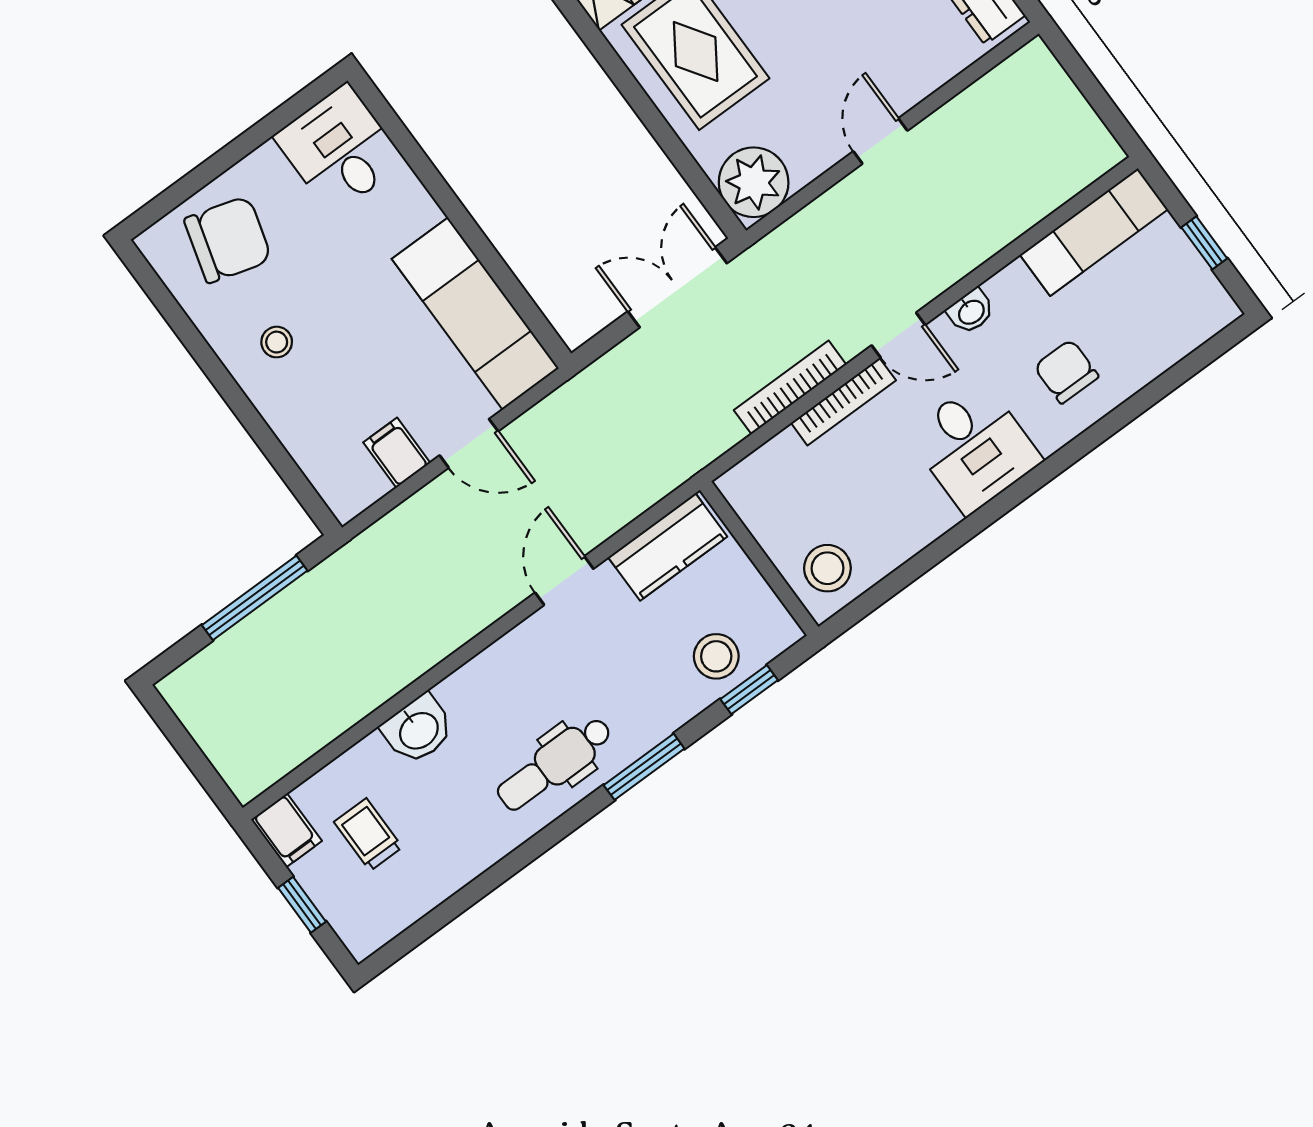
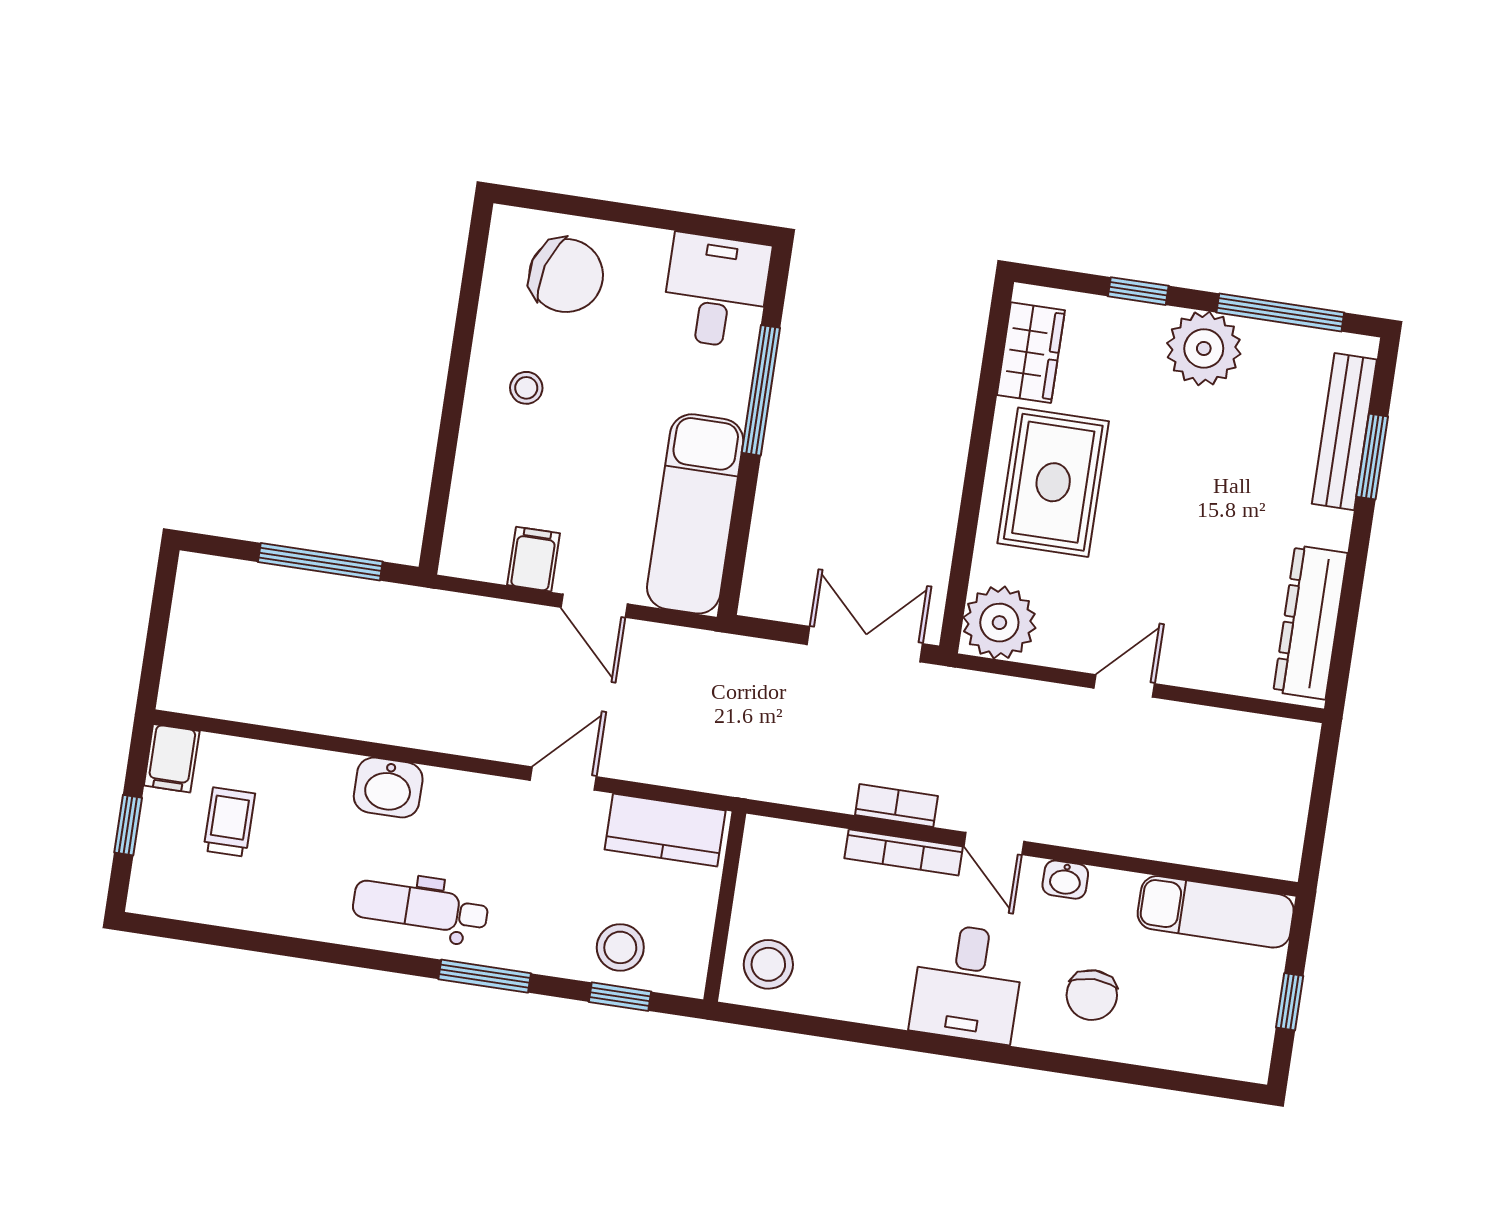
window: (437, 186) -> (761, 390), added
chair: (1066, 371) -> (1092, 995), turned 180
bookcase: (790, 387) -> (896, 805), width x0.64
washbasin: (418, 730) -> (388, 787), moved

